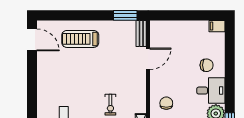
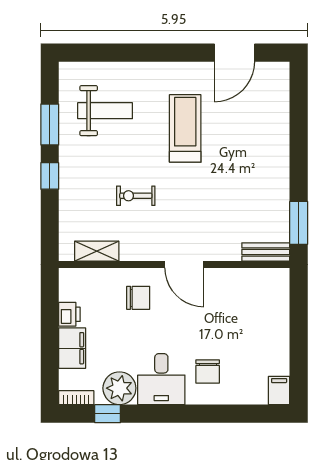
treadmill: (80, 39) -> (185, 128), moved
door: (32, 40) -> (234, 53), moved
door: (148, 59) -> (184, 265), moved

